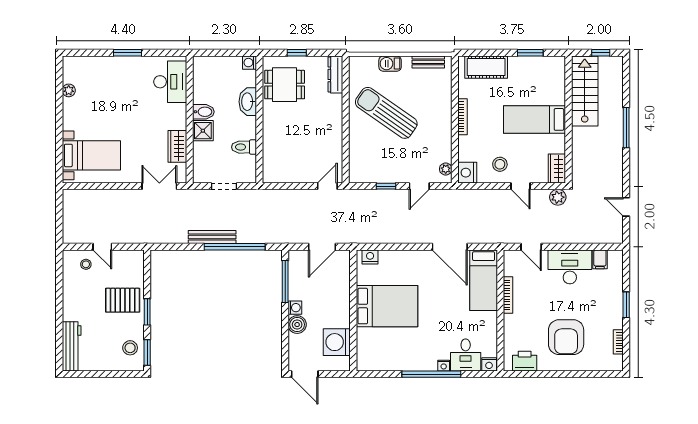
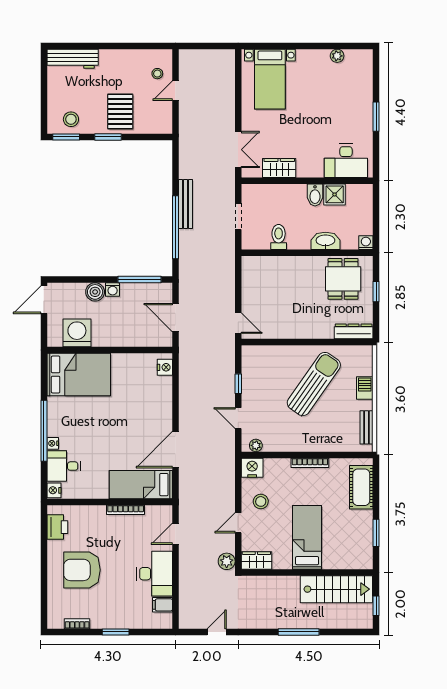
shower: (203, 131) -> (335, 194), moved
bed: (387, 306) -> (79, 374), moved, turned -90

